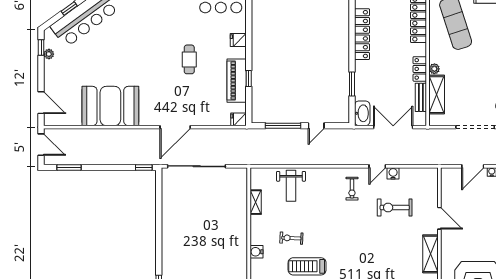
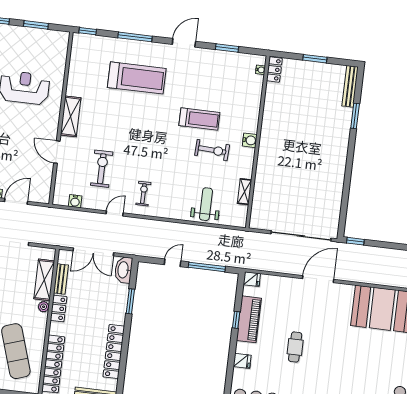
water cooler: (393, 173) -> (75, 201), moved
exercise bike: (395, 208) -> (102, 169), turned -90
exercise bike: (291, 238) -> (212, 150), width x1.38, depth x1.39

